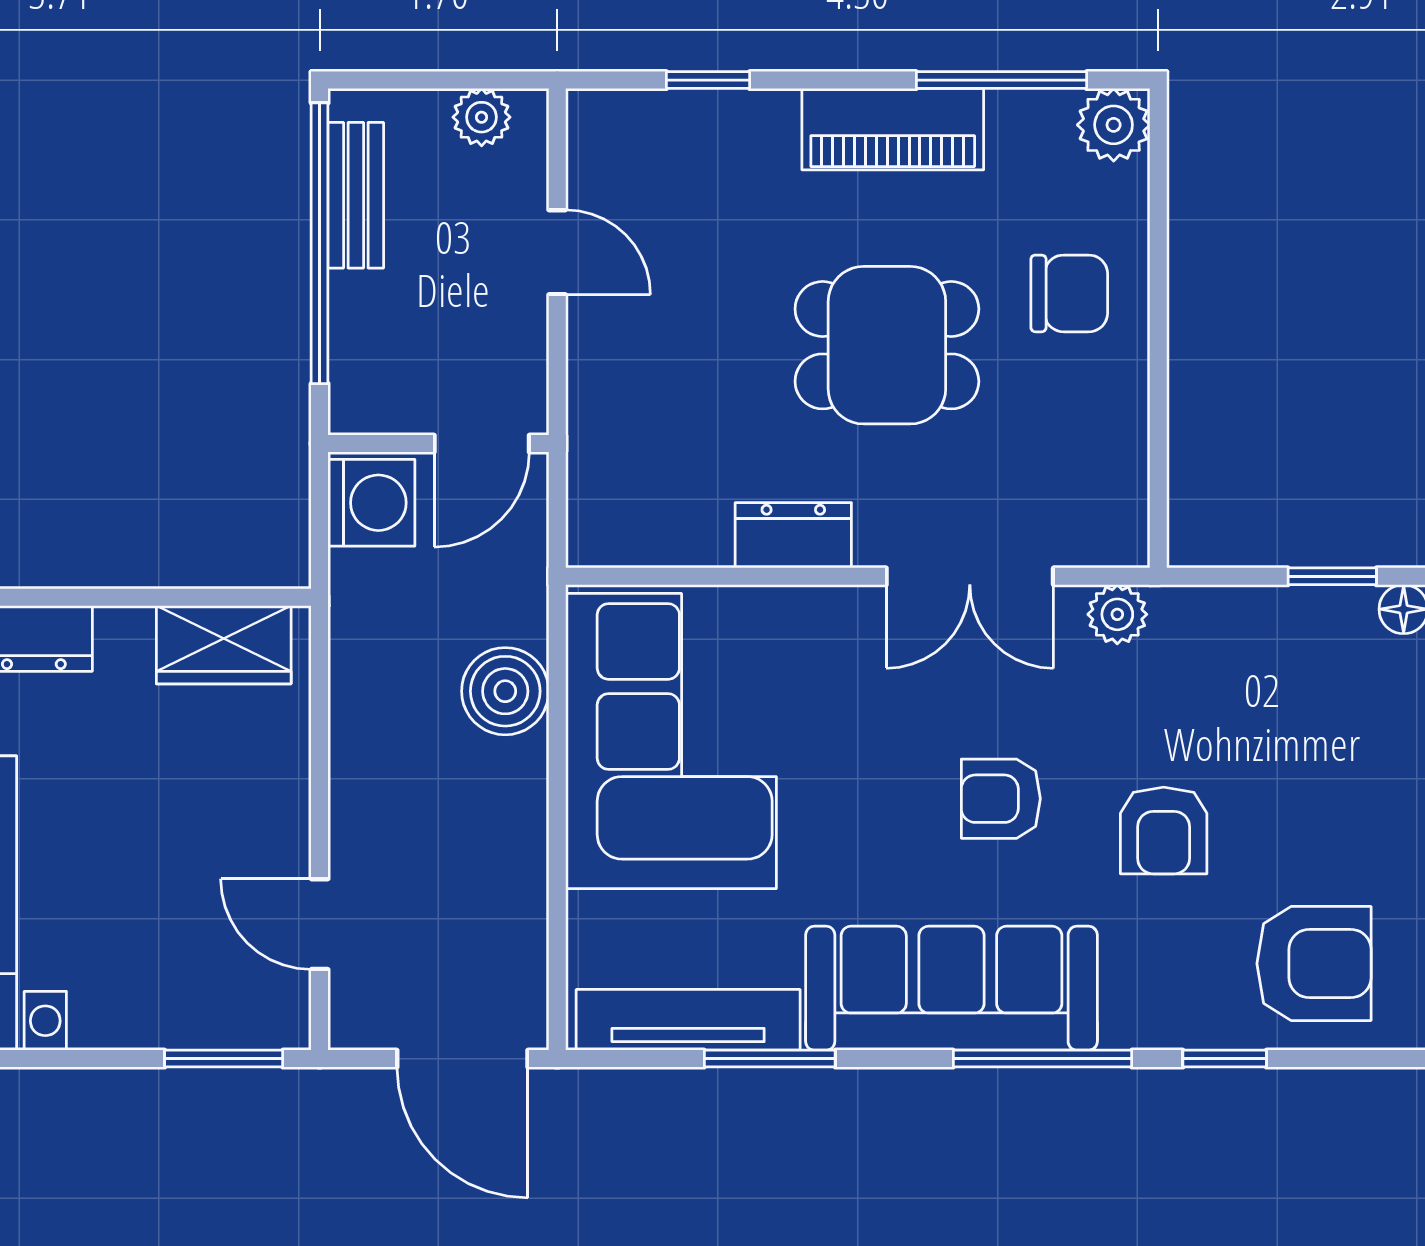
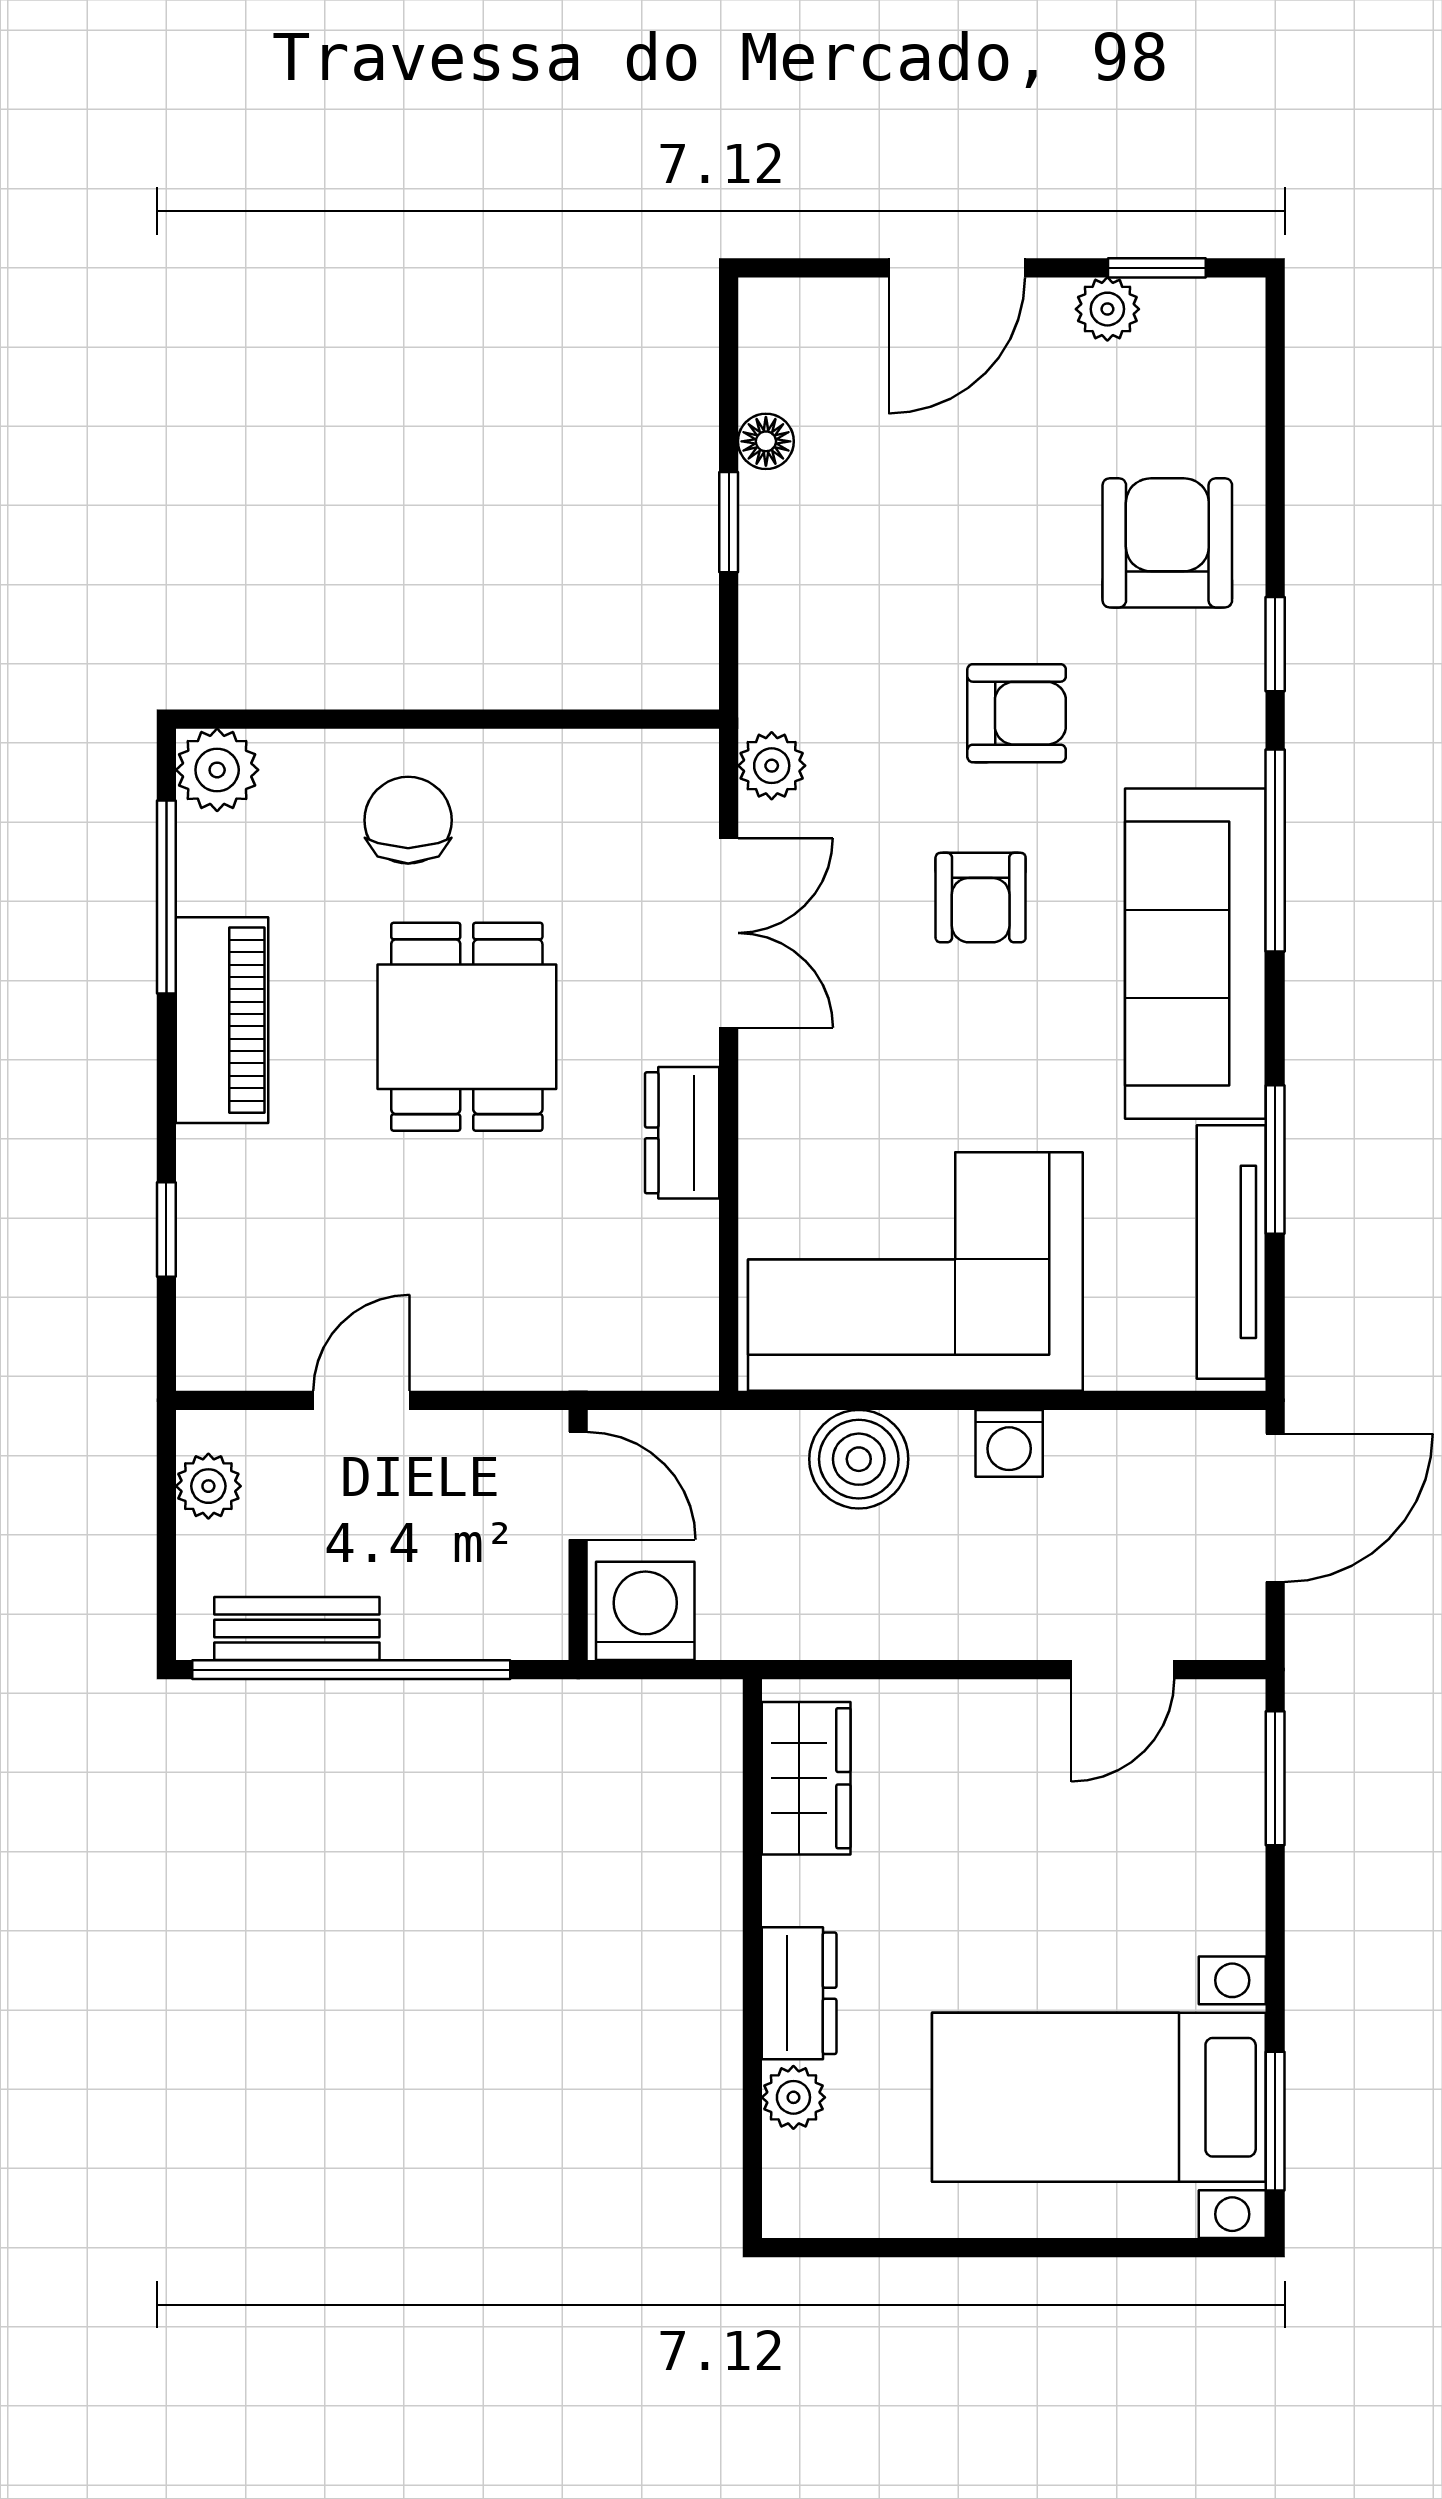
washing machine: (519, 824) -> (1009, 1443), added

